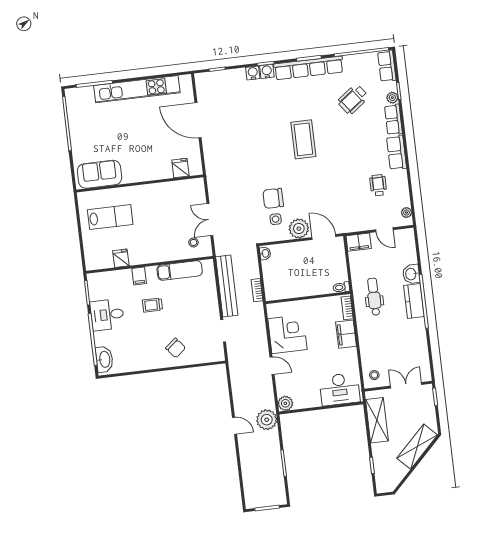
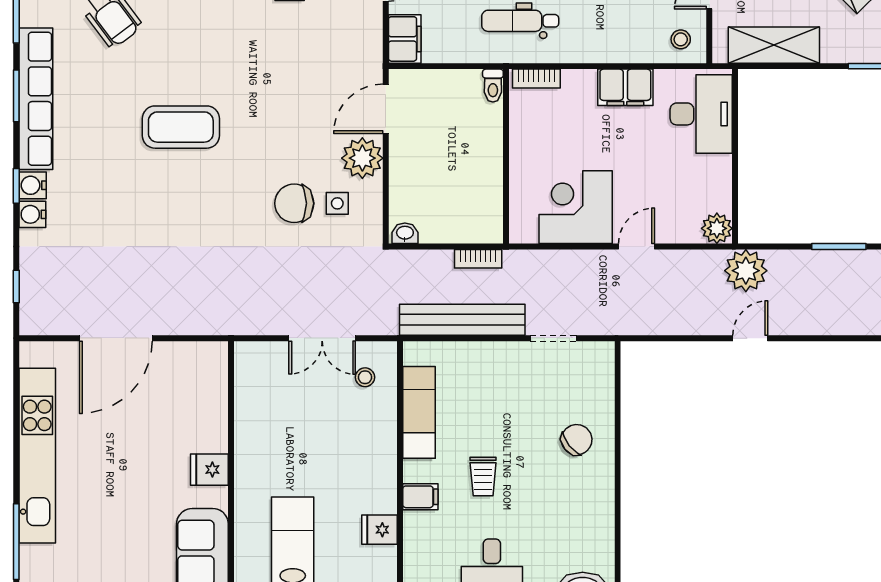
fridge: (180, 168) -> (209, 470), moved
chair: (273, 198) -> (294, 203), turned 90
filing cabinet: (346, 334) -> (625, 87), moved

